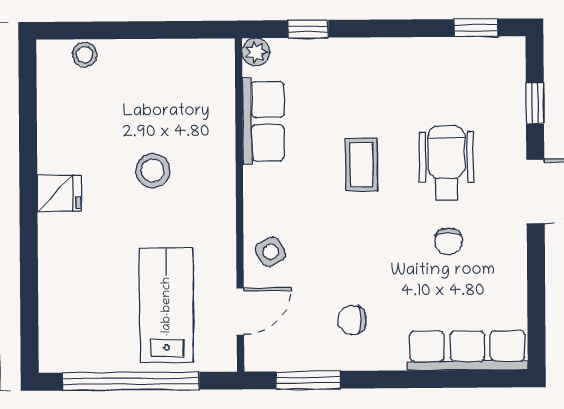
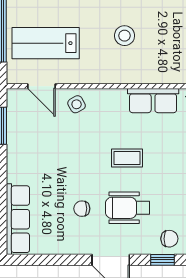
wheelchair: (447, 163) -> (128, 208), turned 180
lab bench: (167, 305) -> (46, 43), turned 180
chair: (352, 320) -> (169, 239), moved, turned 90

